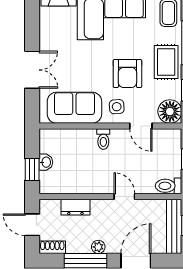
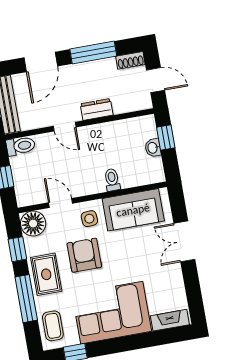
toilet: (103, 139) -> (112, 180), moved
dresser: (75, 207) -> (97, 109), moved
plant: (98, 247) -> (83, 69), removed

